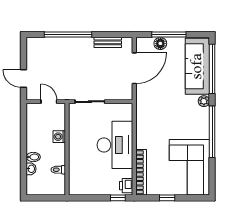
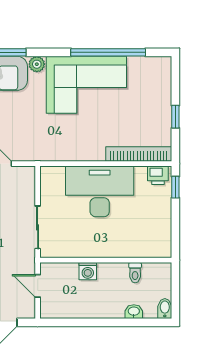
door: (49, 102) -> (38, 286), hinge flipped
window: (212, 132) -> (108, 52), moved
bidet: (33, 157) -> (165, 308), moved
corner sofa: (189, 167) -> (86, 85), moved

